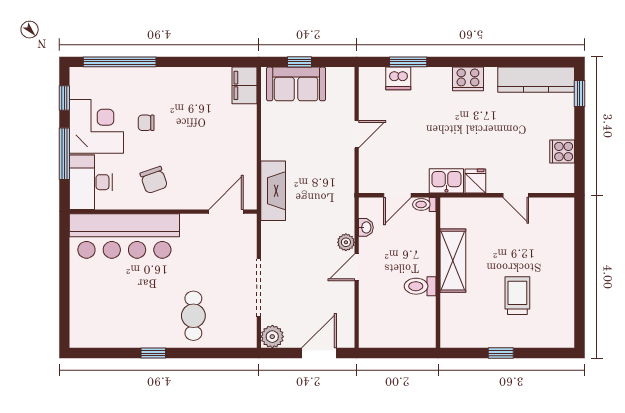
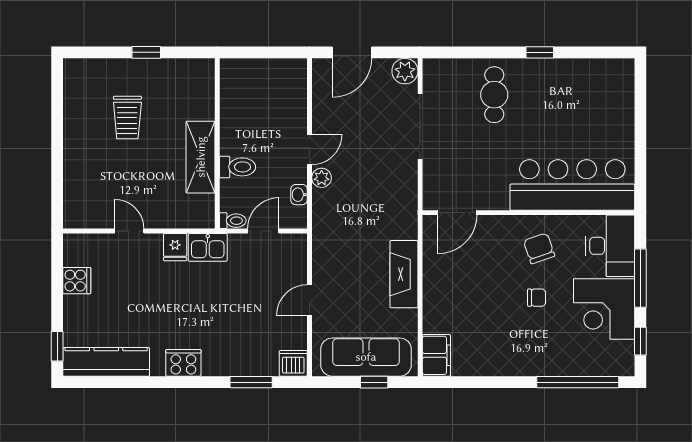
dishwasher: (398, 78) -> (293, 363), moved
sofa: (296, 84) -> (366, 357), width x1.36
chair: (146, 123) -> (537, 298), moved
fireplace: (273, 191) -> (404, 274), moved
toilet: (420, 286) -> (238, 167), moved

